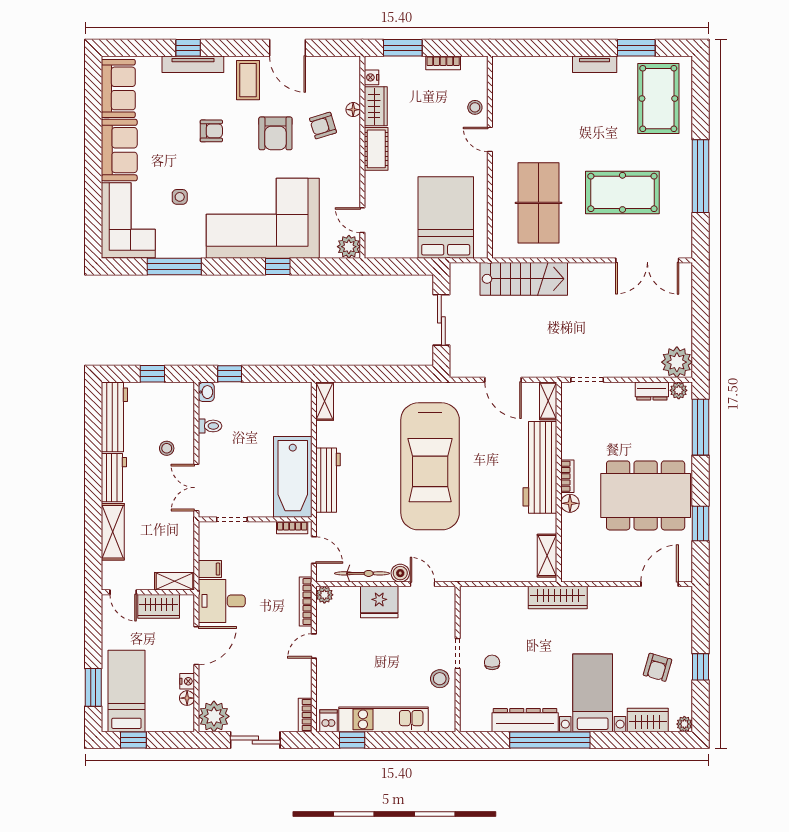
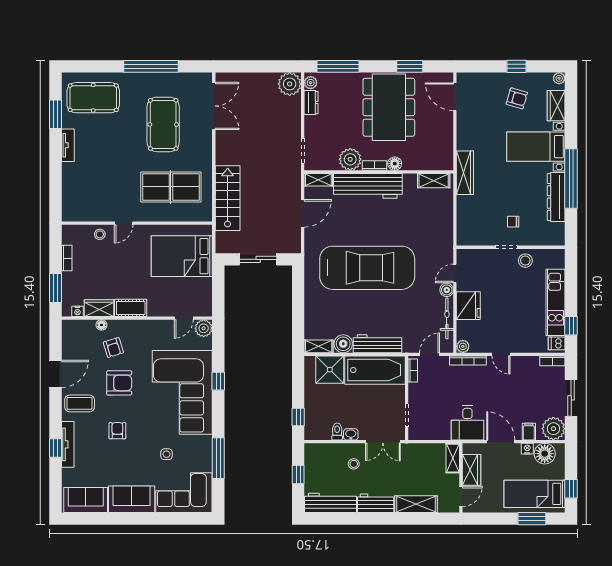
washbasin: (206, 392) -> (351, 434), moved
shower: (293, 416) -> (330, 370), added
boiler: (328, 434) -> (343, 344), added
plant: (576, 443) -> (350, 159), added
filing cabinet: (210, 569) -> (529, 432), moved
floor lamp: (187, 698) -> (545, 454), width x1.89, depth x1.89

